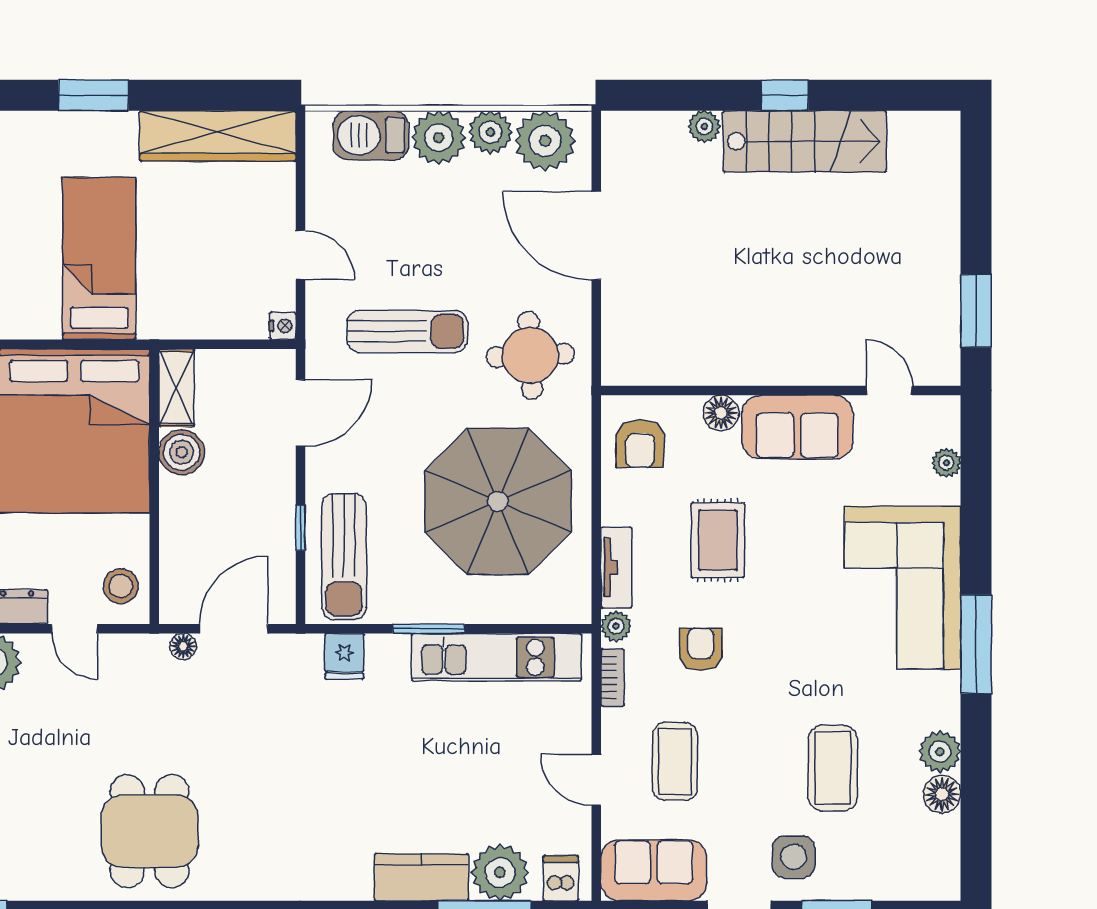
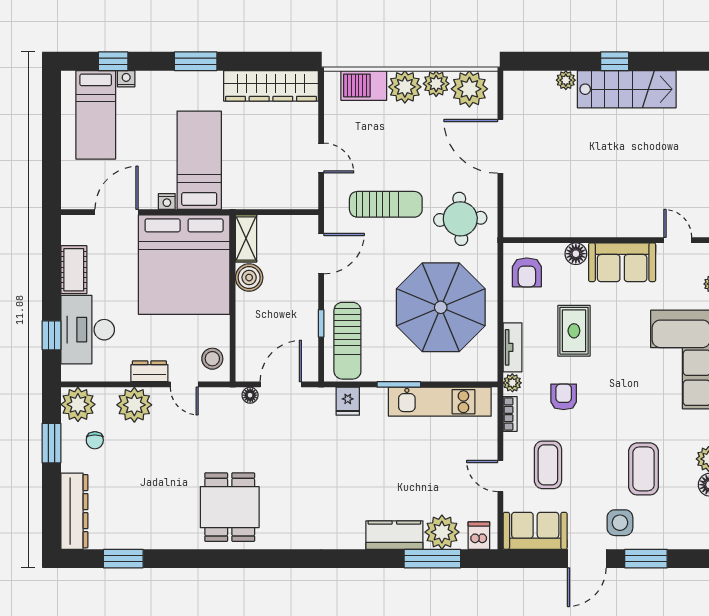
nightstand: (283, 326) -> (167, 201), moved, turned 90

